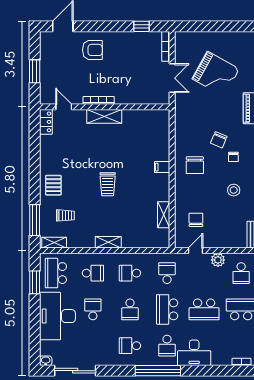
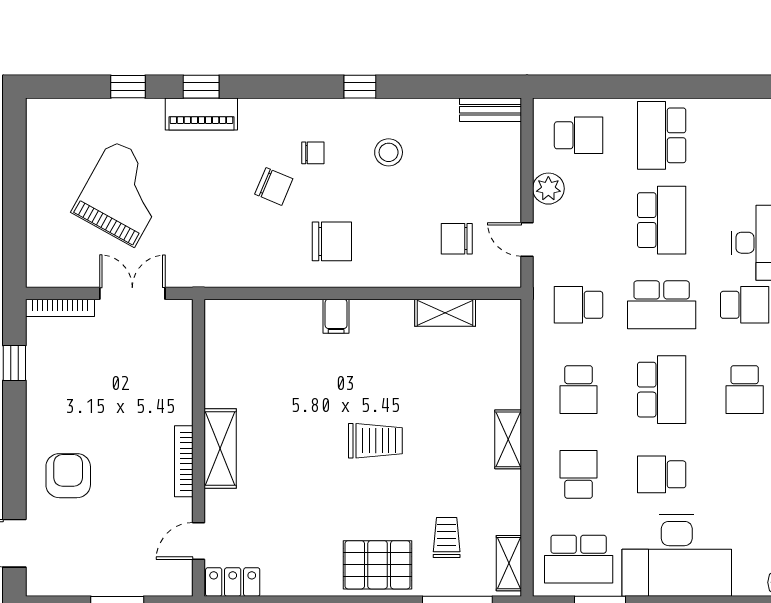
pallet: (53, 185) -> (378, 565), width x1.50, depth x1.42
school desk: (130, 309) -> (662, 390), width x1.85

